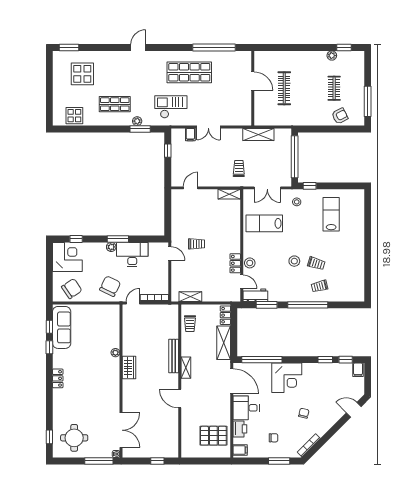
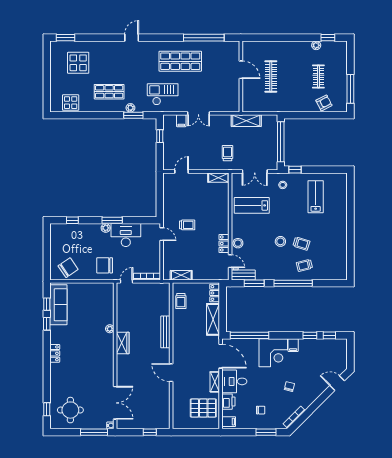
corner desk: (67, 257) -> (64, 237), removed
chair: (110, 286) -> (105, 265), turned -116
shelving: (186, 368) -> (215, 382), moved
filing cabinet: (358, 370) -> (293, 345), moved

